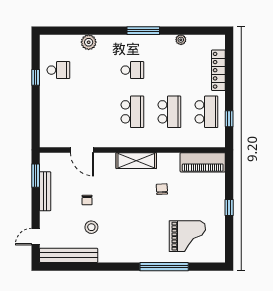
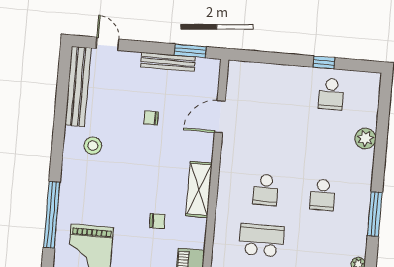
school desk: (132, 112) -> (266, 190), width x0.54
school desk: (169, 112) -> (261, 240), turned 180
stool: (91, 227) -> (93, 146), moved

